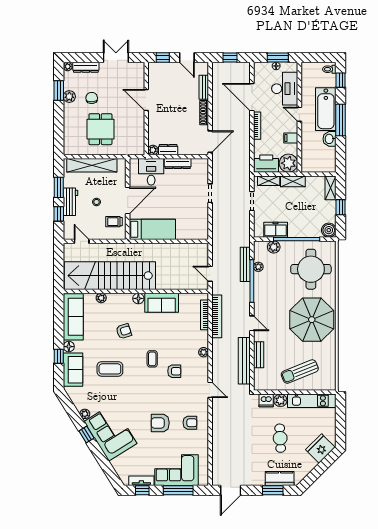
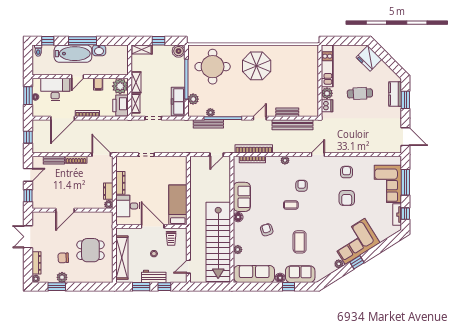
freezer: (276, 230) -> (178, 102), width x1.40
parasol: (312, 320) -> (257, 66), width x0.73, depth x0.73
sun lounger: (300, 371) -> (302, 76), removed

